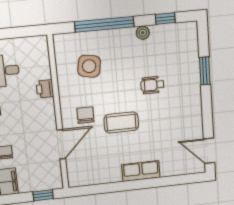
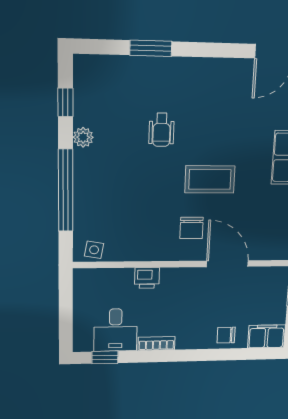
side table: (89, 66) -> (94, 250), moved, width x0.54, depth x0.54
chair: (85, 115) -> (192, 228), turned -90
coffee table: (121, 122) -> (210, 179), turned 90

